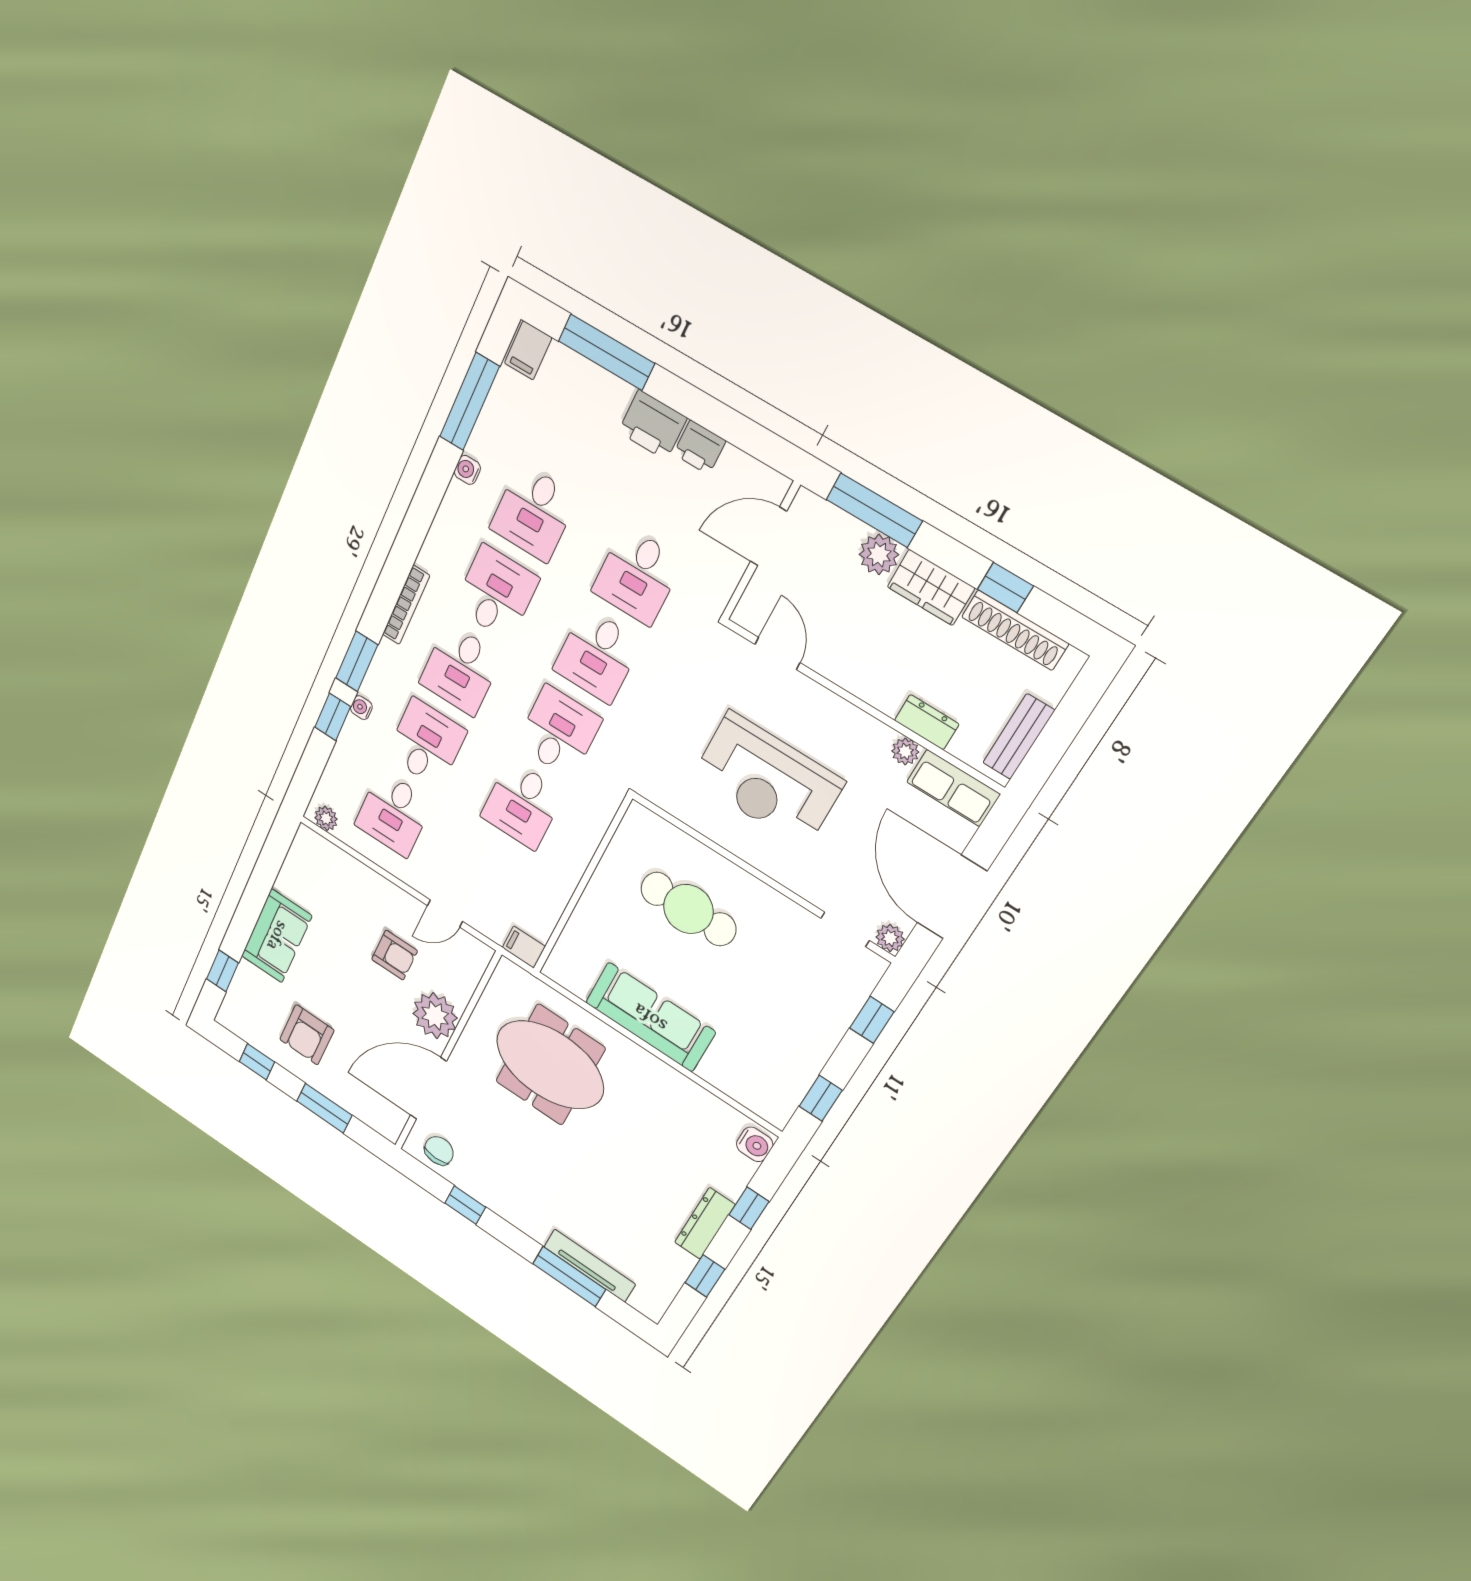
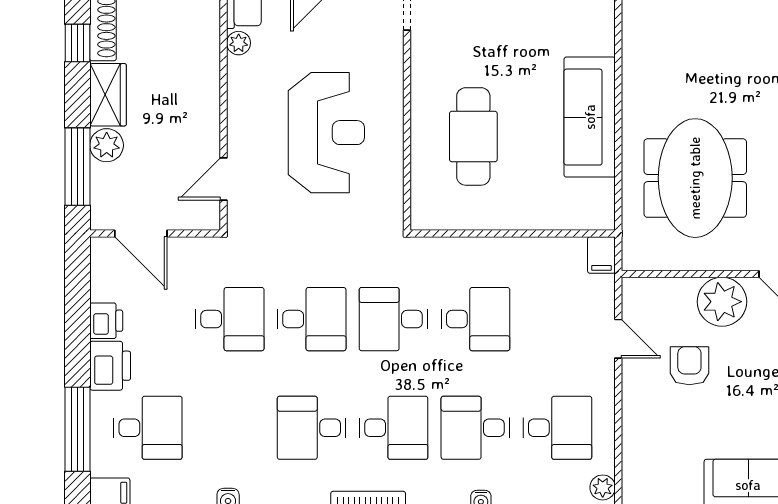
desk: (534, 513) -> (148, 428), moved
dresser: (927, 722) -> (207, 41), removed

